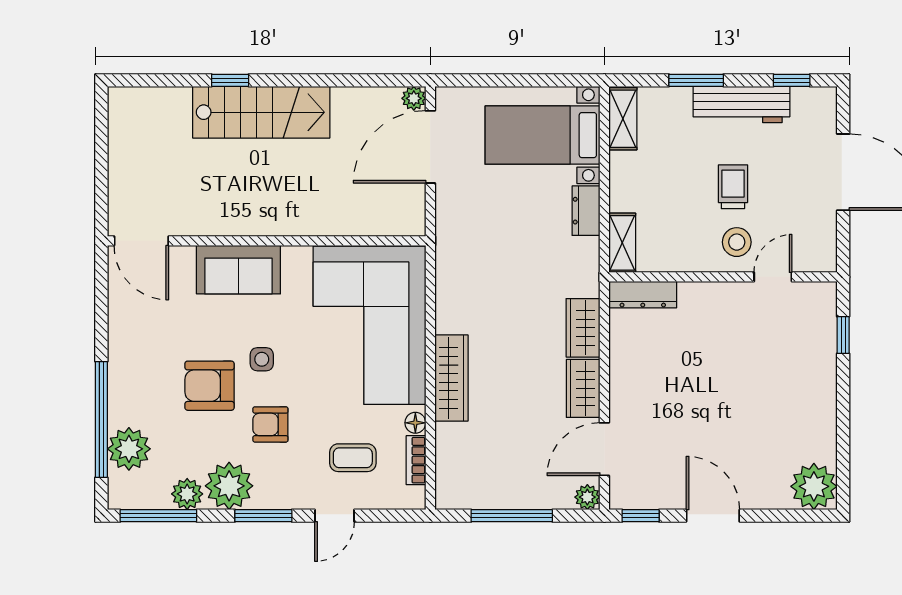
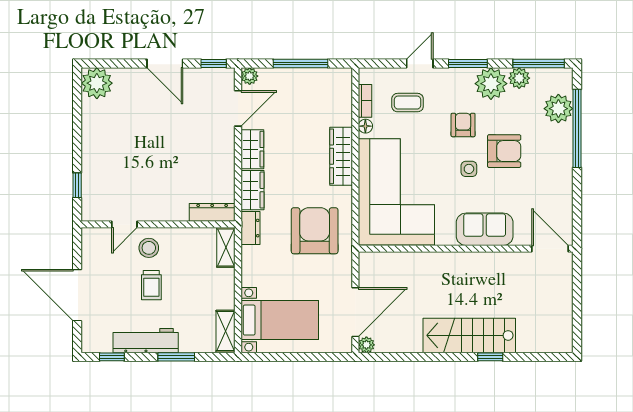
dresser: (586, 211) -> (250, 228), moved
armchair: (491, 267) -> (315, 231), added
armchair: (270, 424) -> (463, 125), turned -90

